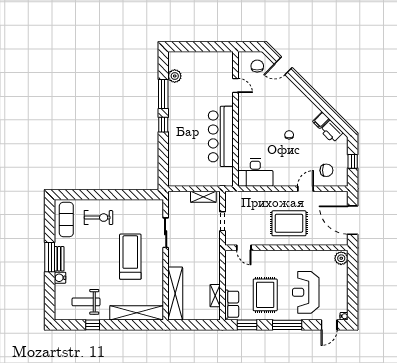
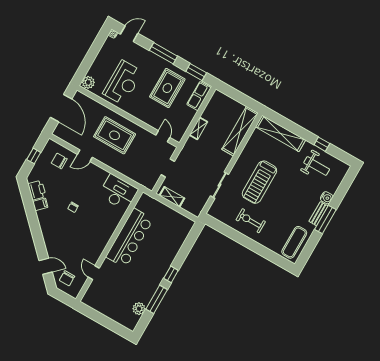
exercise bike: (99, 218) -> (251, 221), moved
reception desk: (306, 292) -> (123, 83), moved
shelving: (215, 296) -> (198, 128), moved

